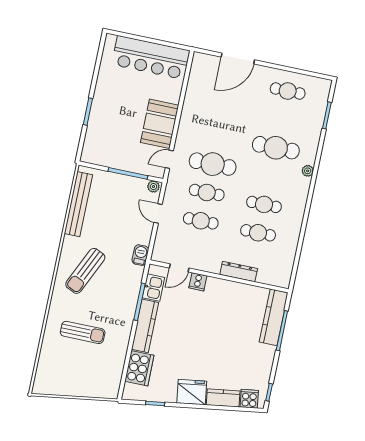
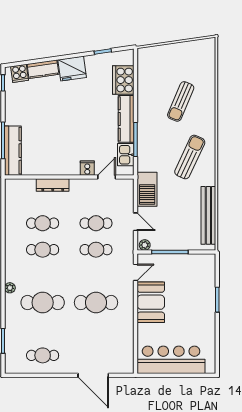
door: (238, 58) -> (93, 375), swing flipped
cafe table: (213, 164) -> (96, 303), moved
barbecue: (140, 255) -> (147, 189), width x1.88, depth x1.53
sun lounger: (83, 332) -> (181, 101), turned -67

